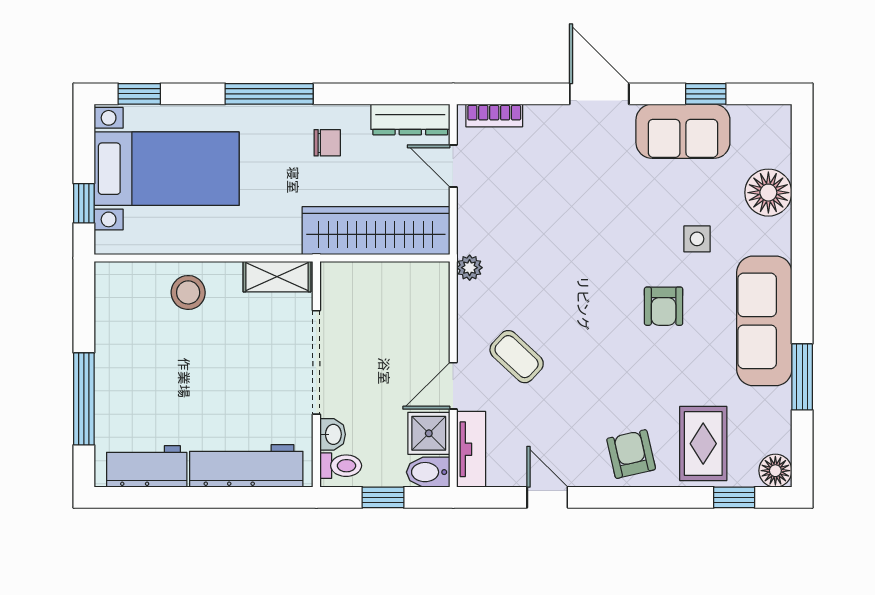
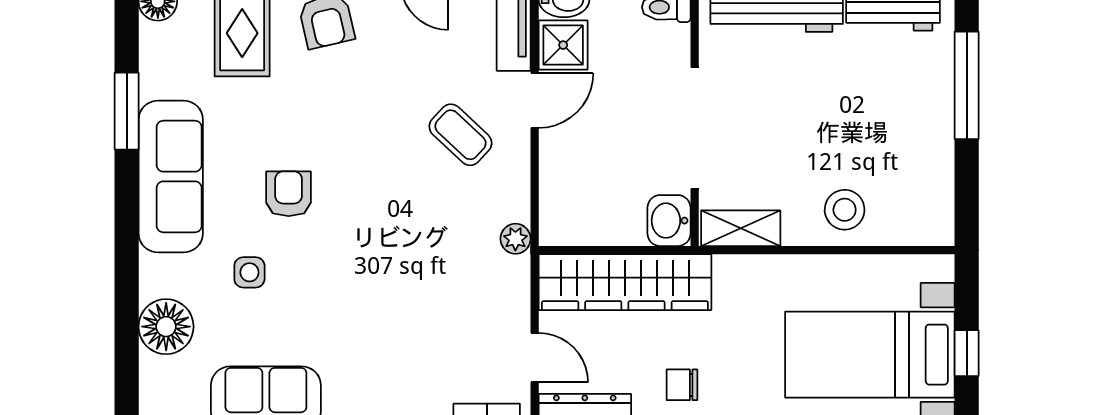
window: (84, 203) -> (967, 353), moved
washbasin: (333, 434) -> (669, 221), moved, width x1.38, depth x1.45

